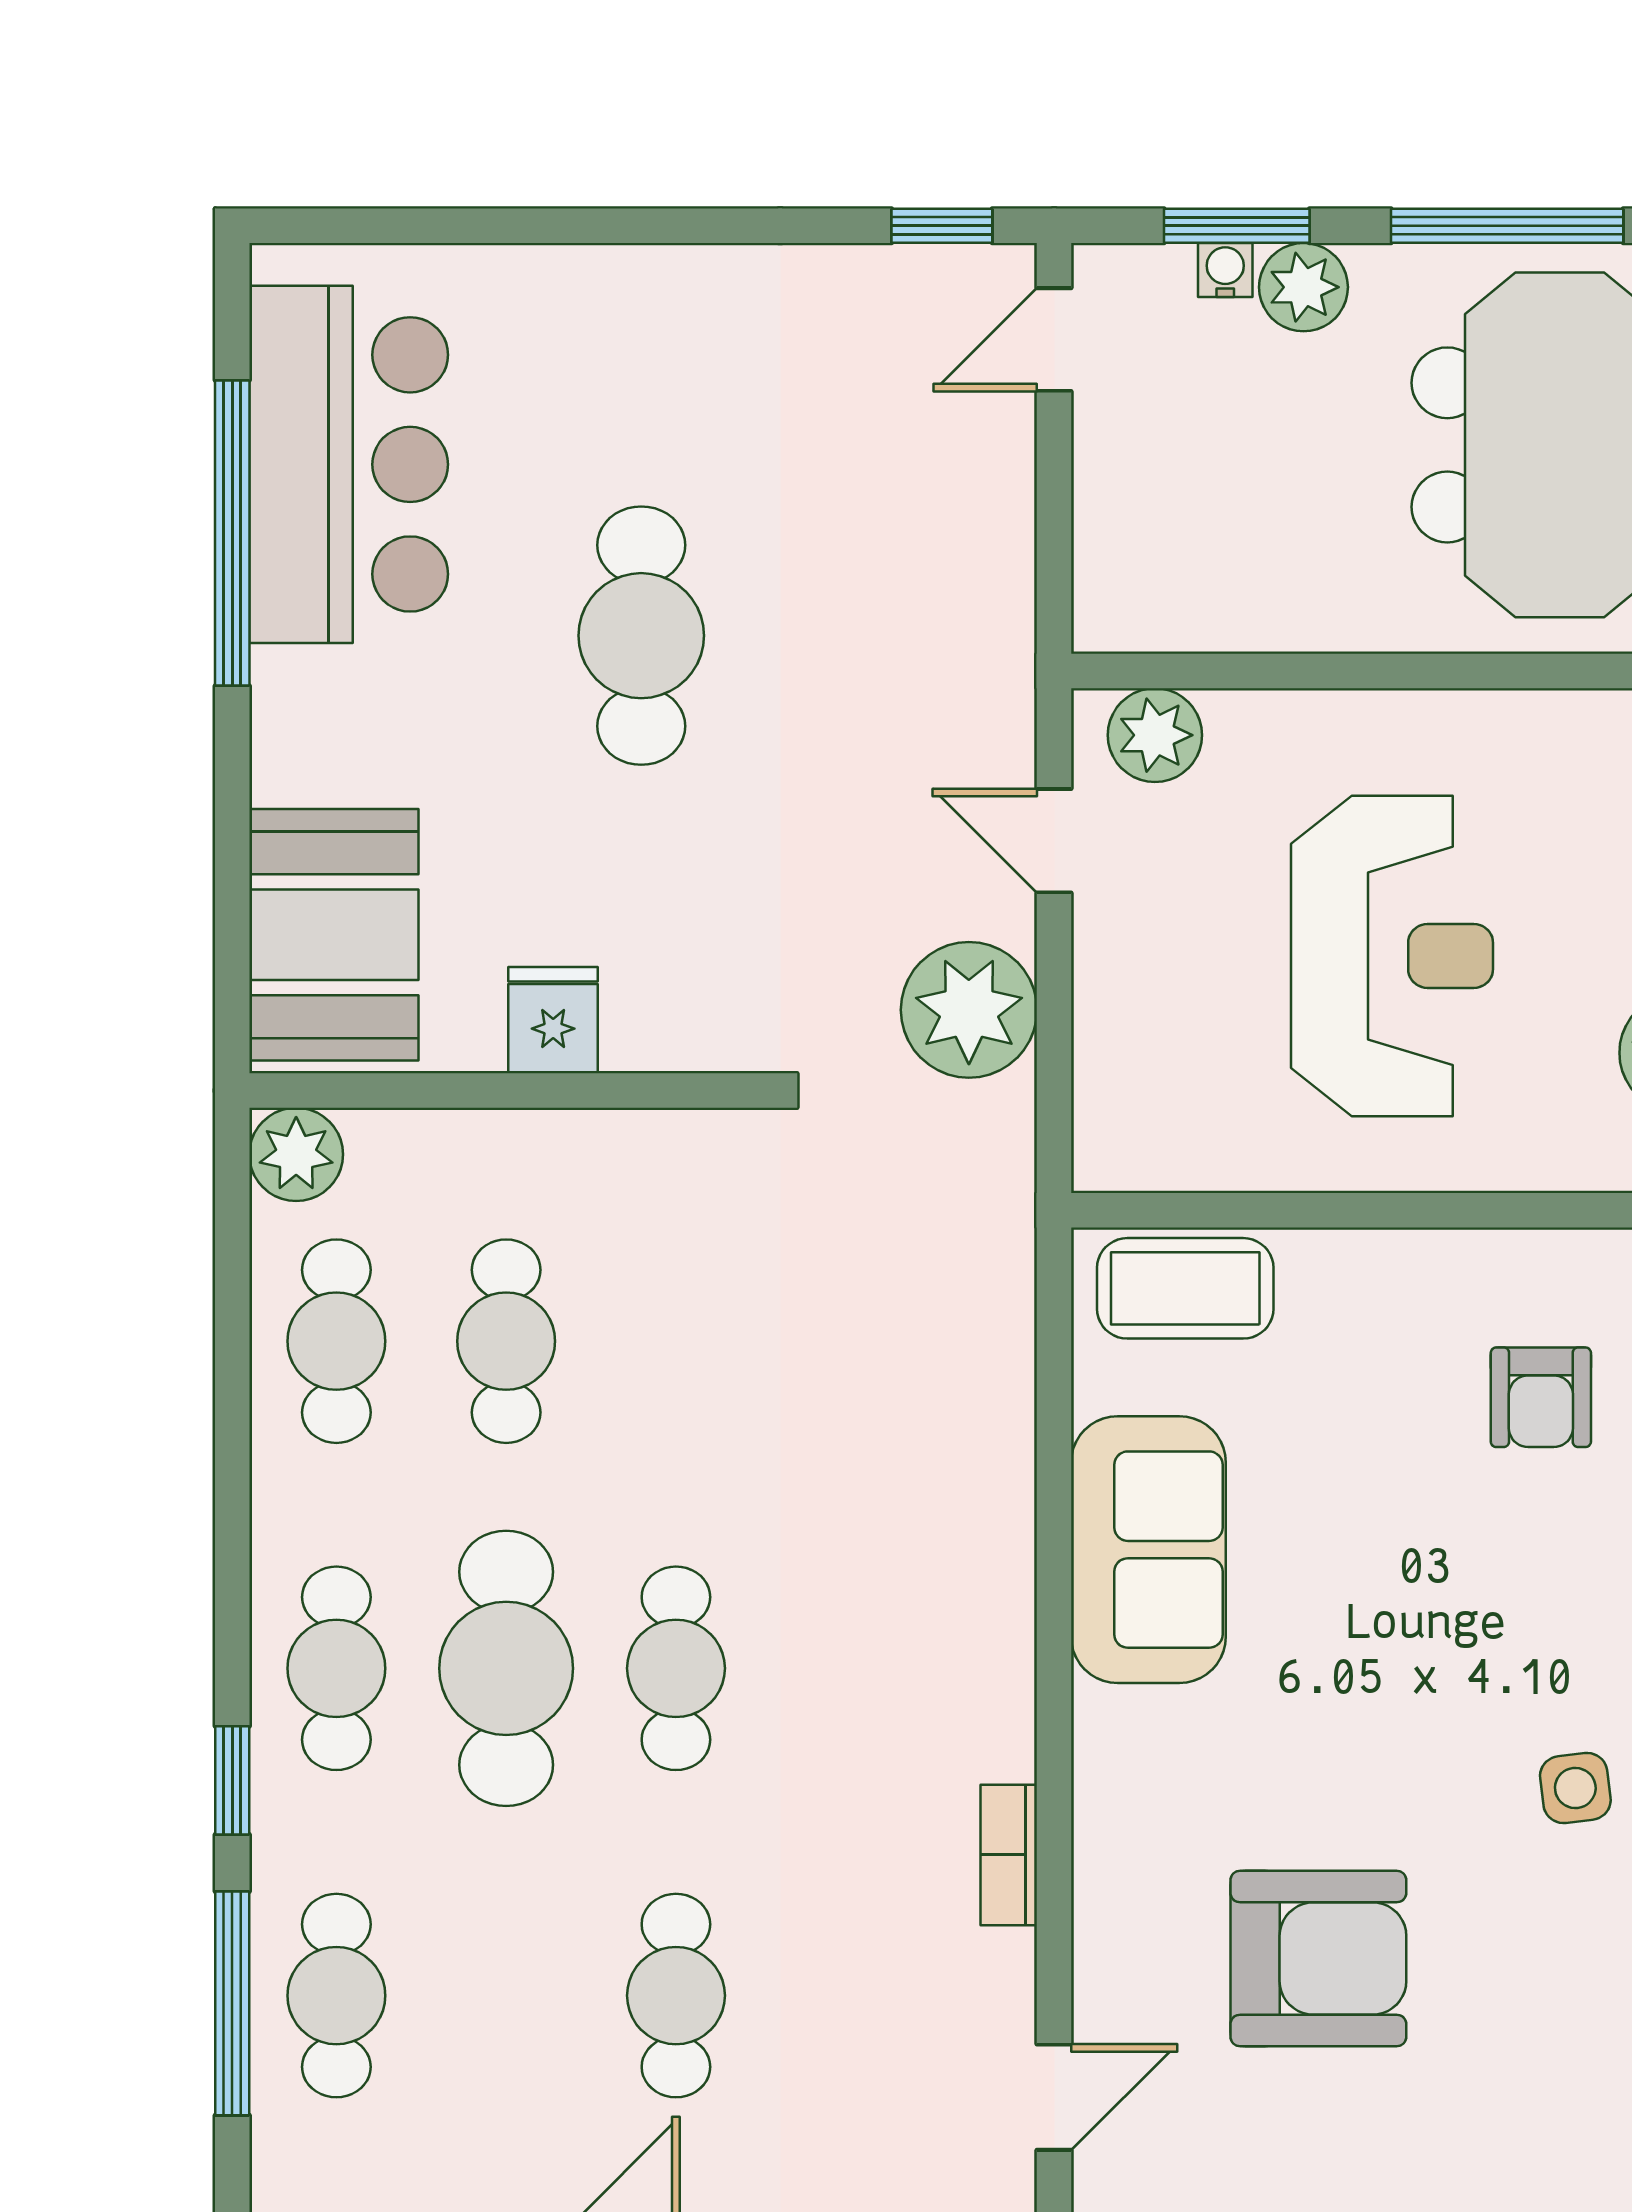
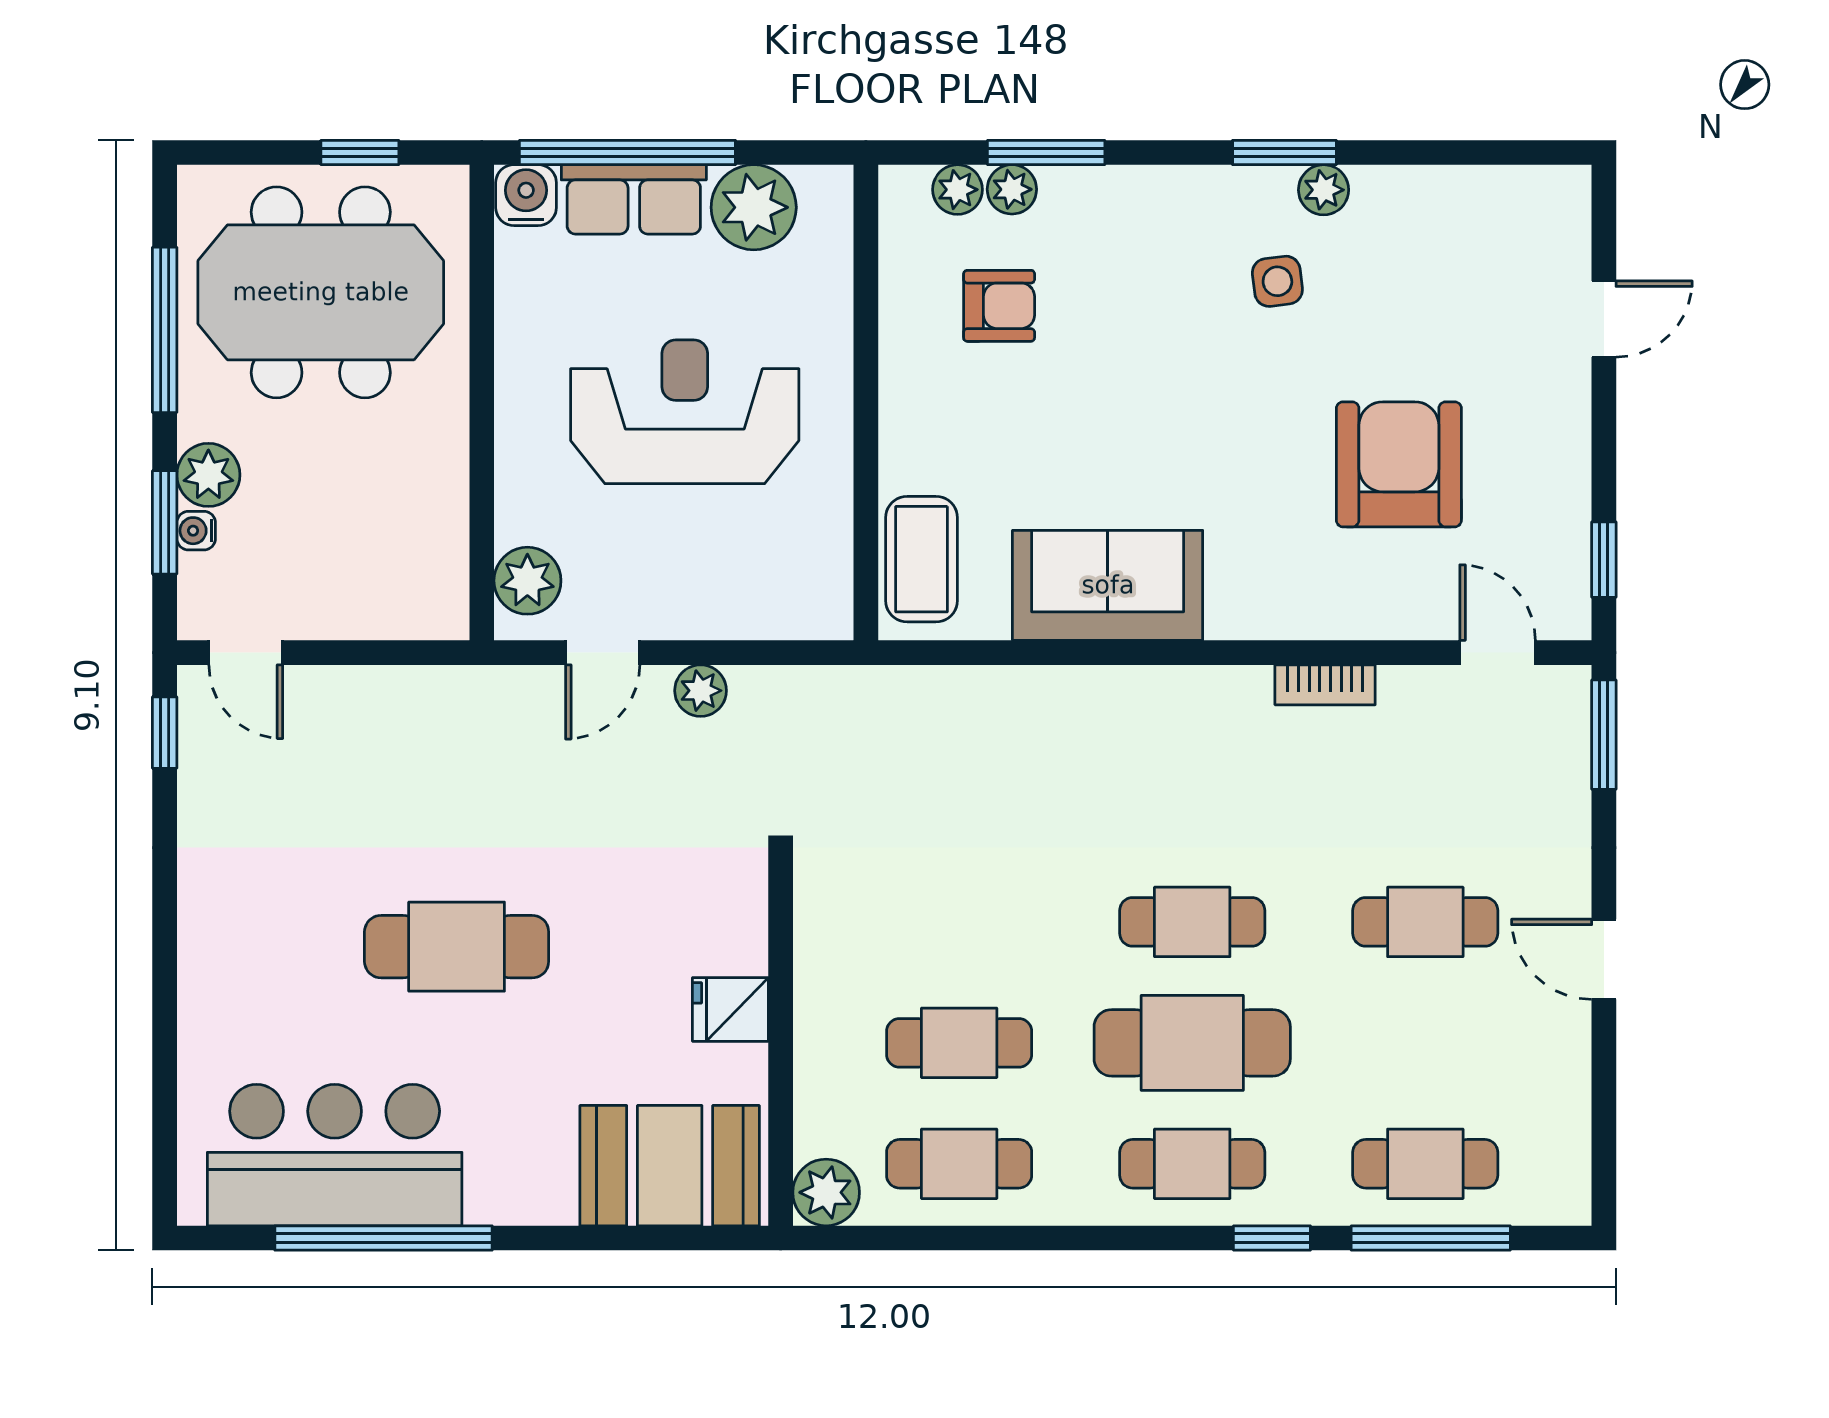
plant: (969, 1010) -> (701, 691), width x0.53, depth x0.53

